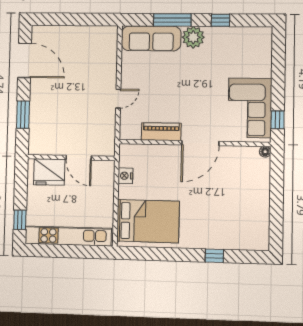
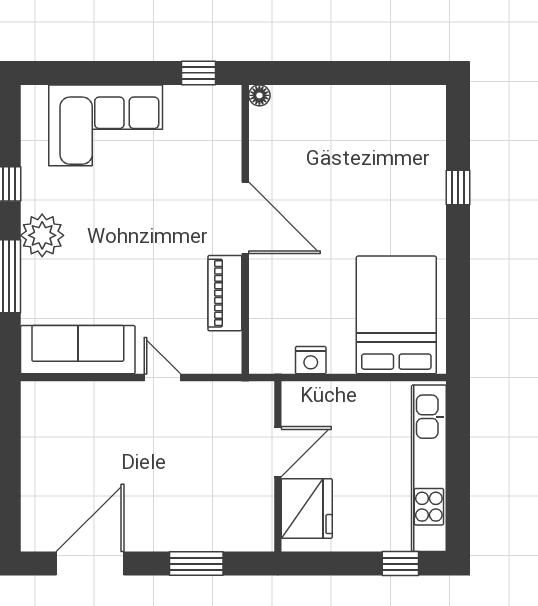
sofa: (151, 38) -> (78, 350), moved, turned -90
corner sofa: (250, 108) -> (106, 125), moved

